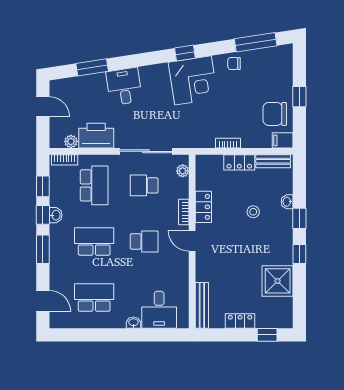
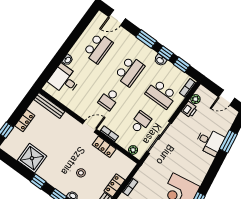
desk: (124, 86) -> (210, 142), moved
printer: (96, 136) -> (189, 109), width x0.53, depth x0.68

